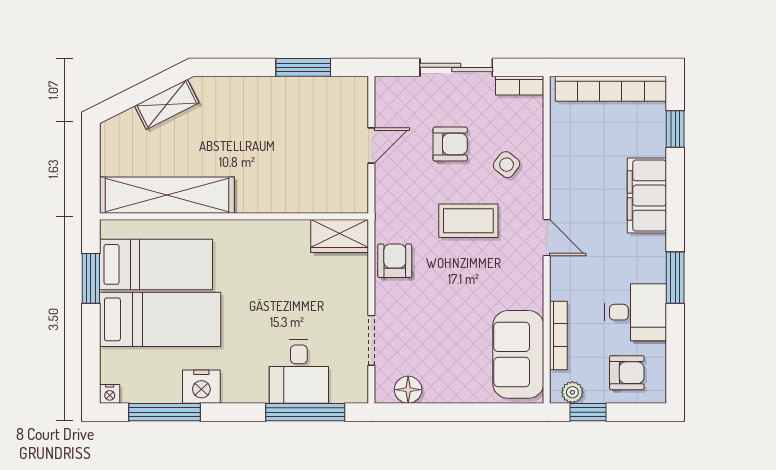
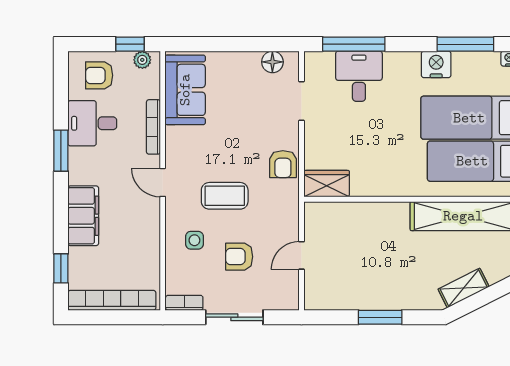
window: (303, 67) -> (380, 317), moved
side table: (507, 165) -> (194, 240), turned -38
bookcase: (558, 335) -> (153, 127), moved

